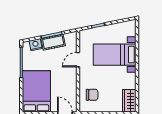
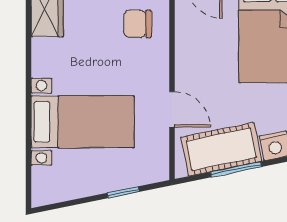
cot: (53, 42) -> (221, 149), width x1.37, depth x1.34
door: (78, 60) -> (172, 109), hinge flipped

